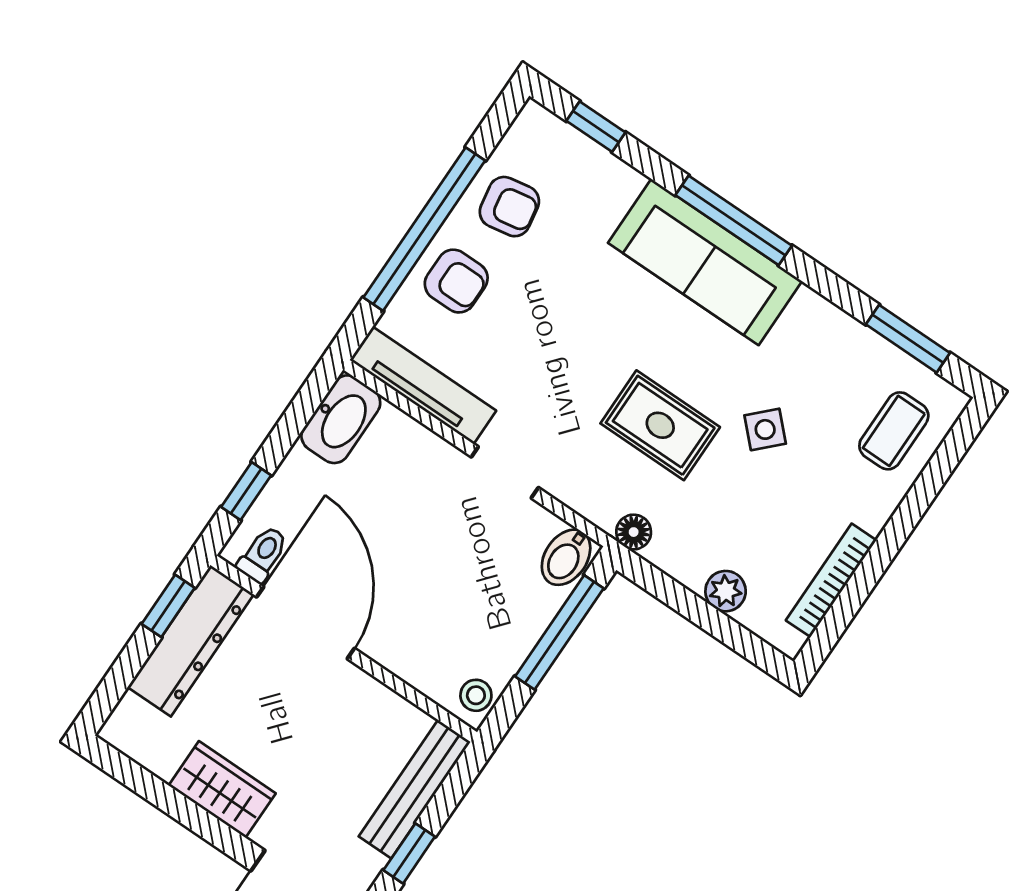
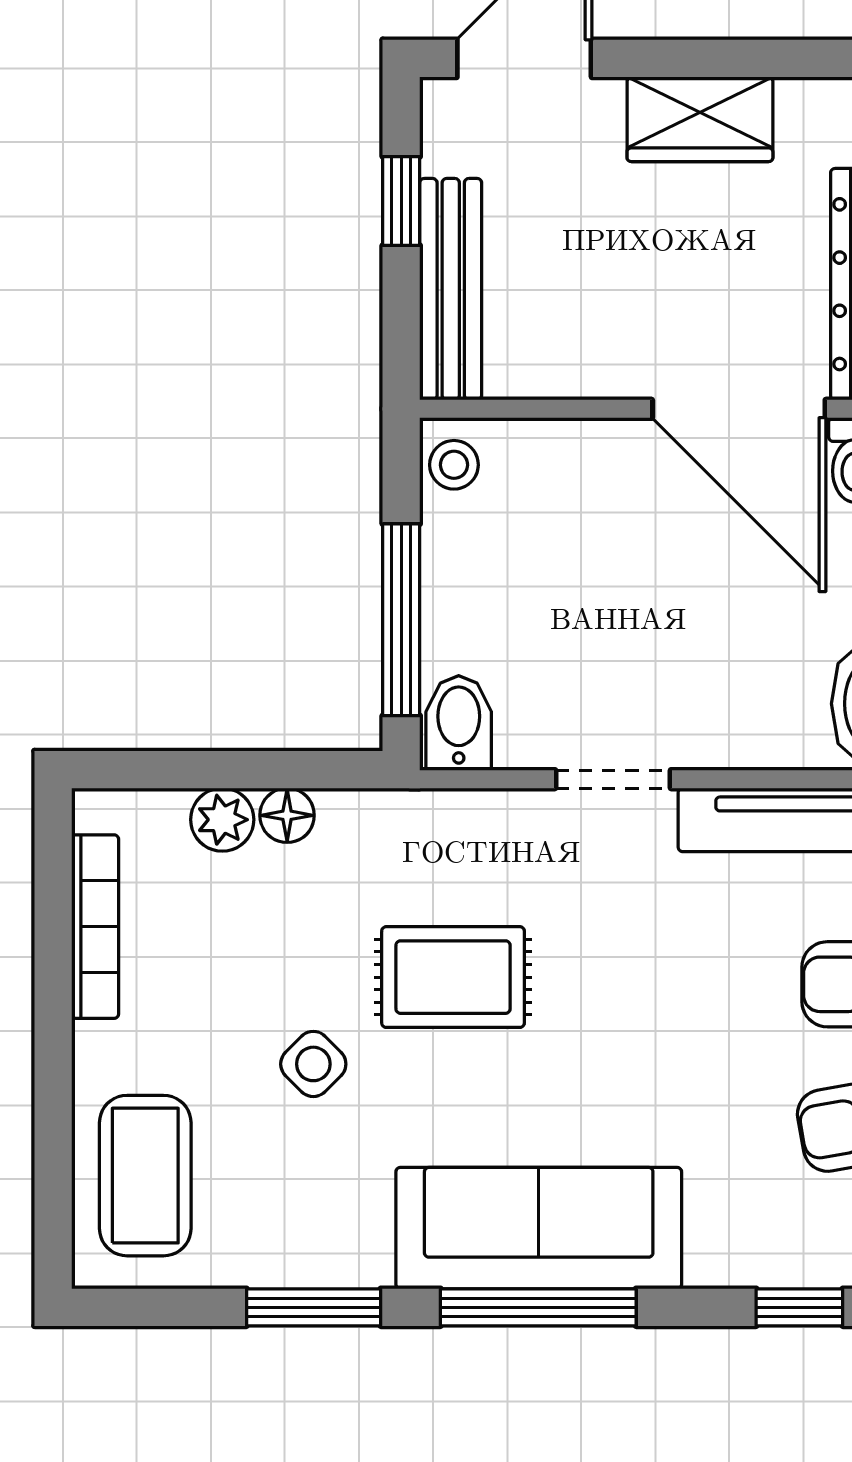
window: (908, 339) -> (314, 1307), moved
coffee table: (894, 431) -> (145, 1176), width x1.36, depth x1.30
floor lamp: (634, 532) -> (287, 815), moved

